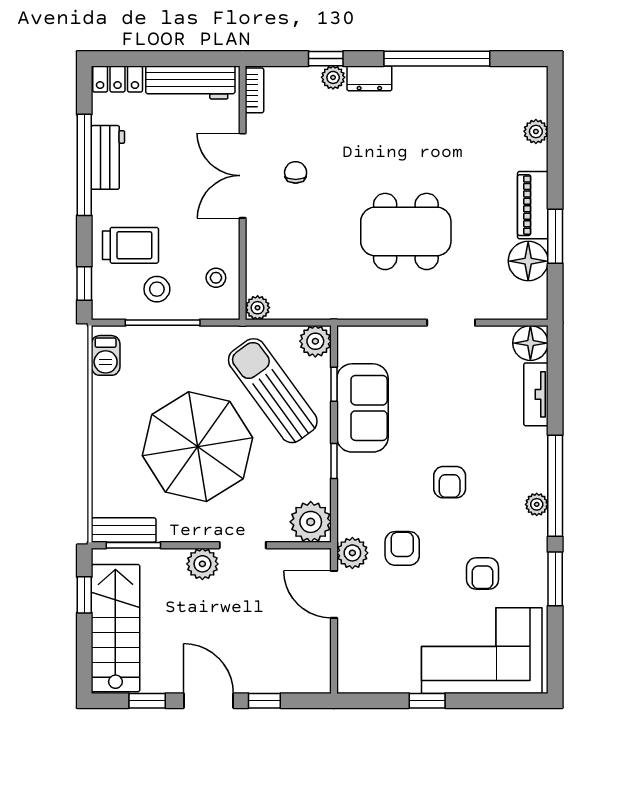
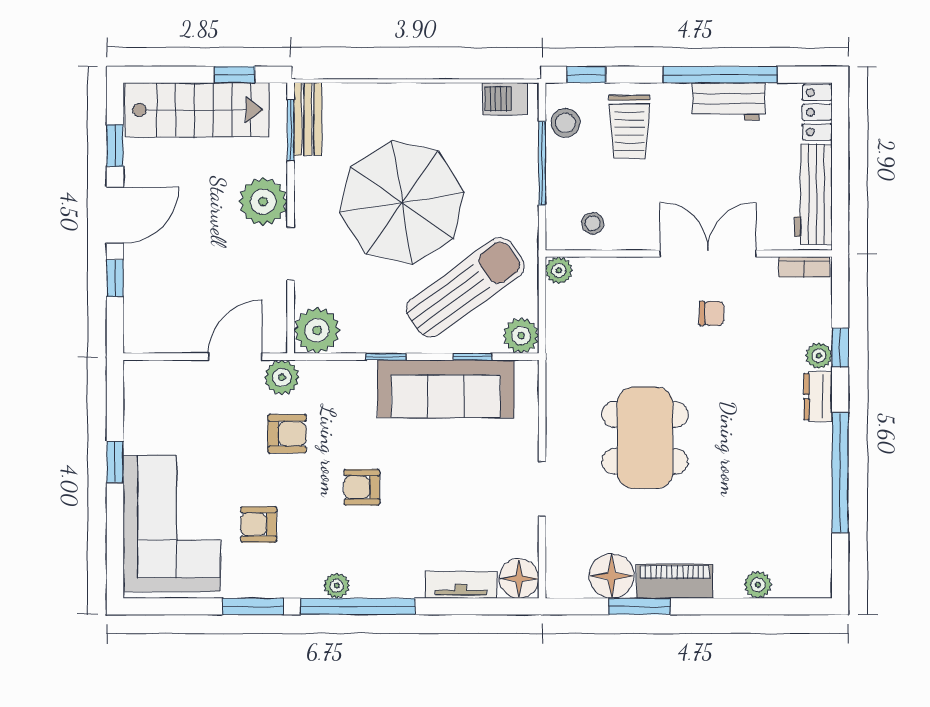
stool: (157, 289) -> (566, 123), moved
sofa: (362, 408) -> (446, 389), width x1.36
plant: (202, 564) -> (263, 202), width x1.36, depth x1.36

